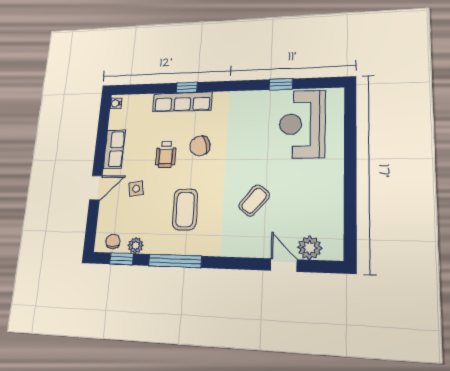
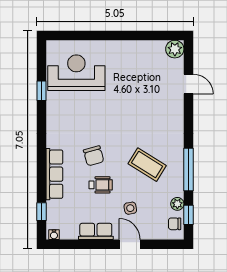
window: (187, 88) -> (41, 212), moved
reception desk: (302, 124) -> (76, 73), turned 180
coffee table: (254, 201) -> (139, 109), removed
coffee table: (185, 209) -> (147, 165), turned 33
plant: (310, 248) -> (175, 49), moved
door: (284, 265) -> (188, 84), swing flipped

